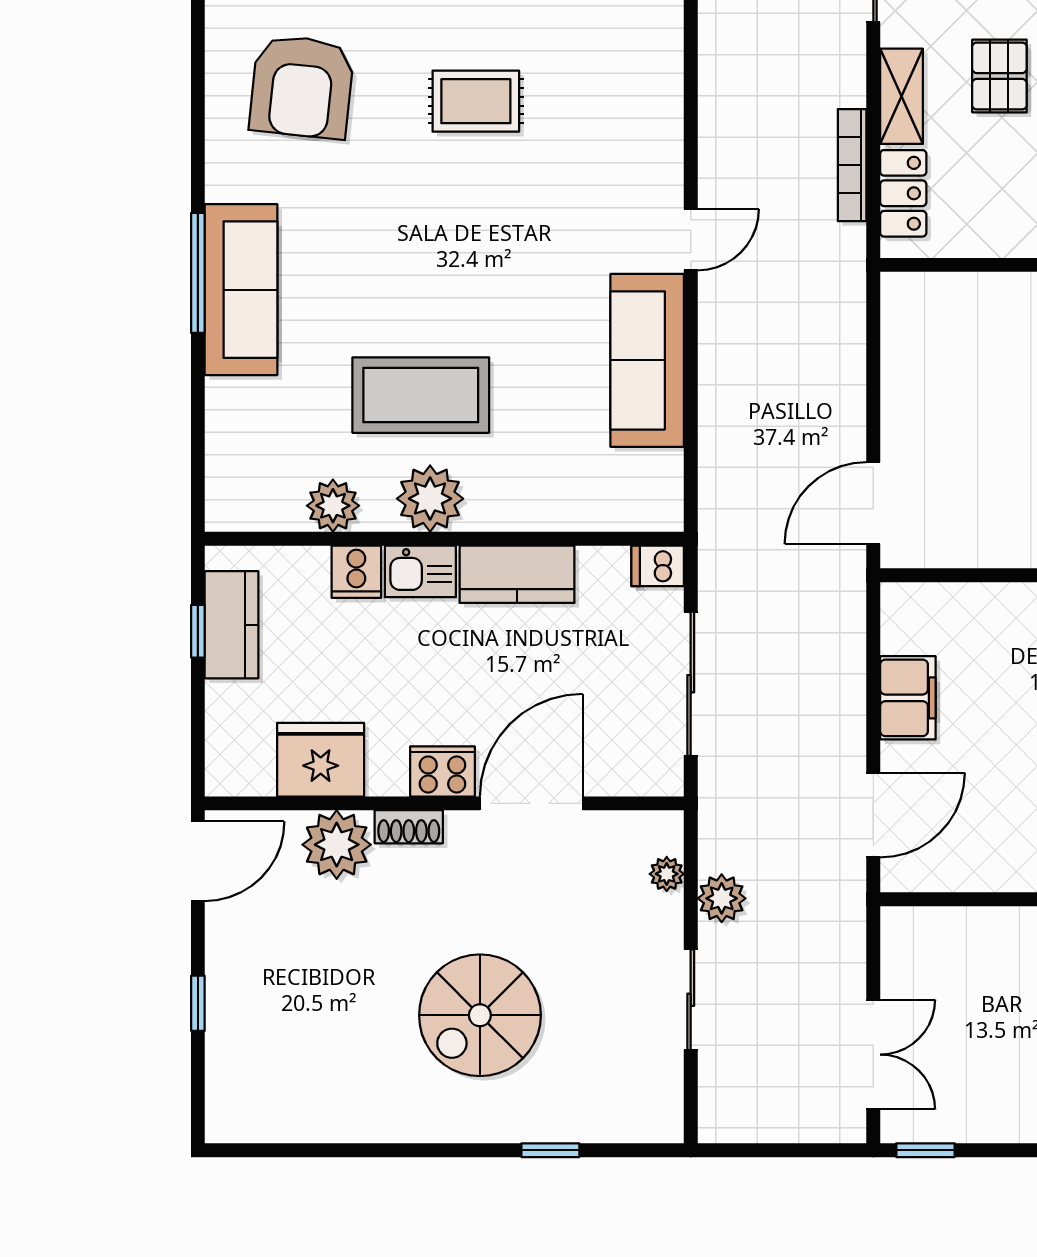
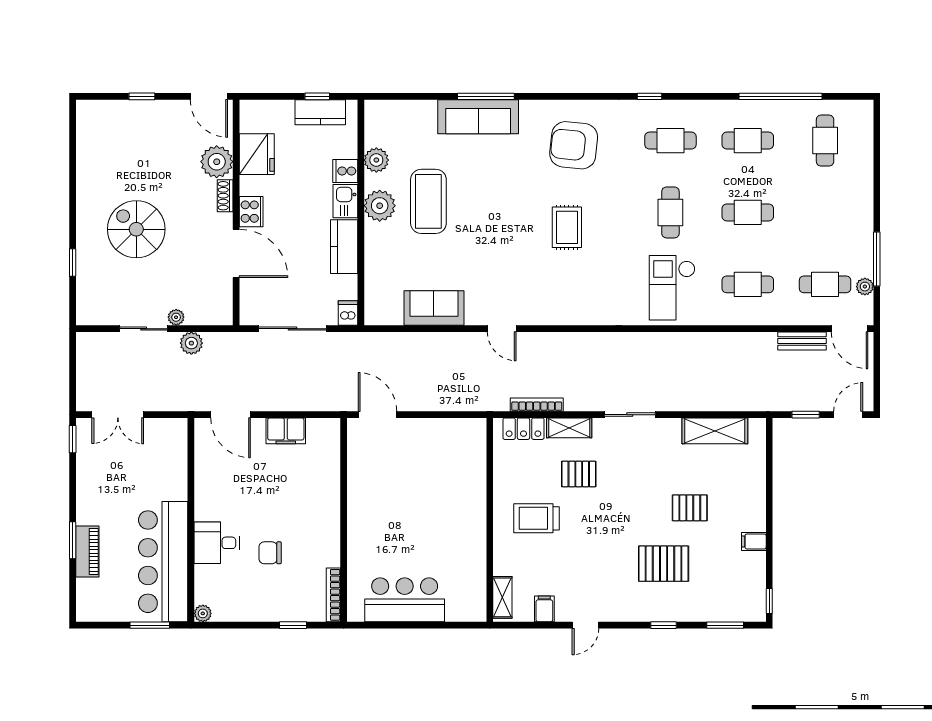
sofa: (647, 360) -> (434, 308), width x0.73
plant: (667, 874) -> (176, 317), moved

